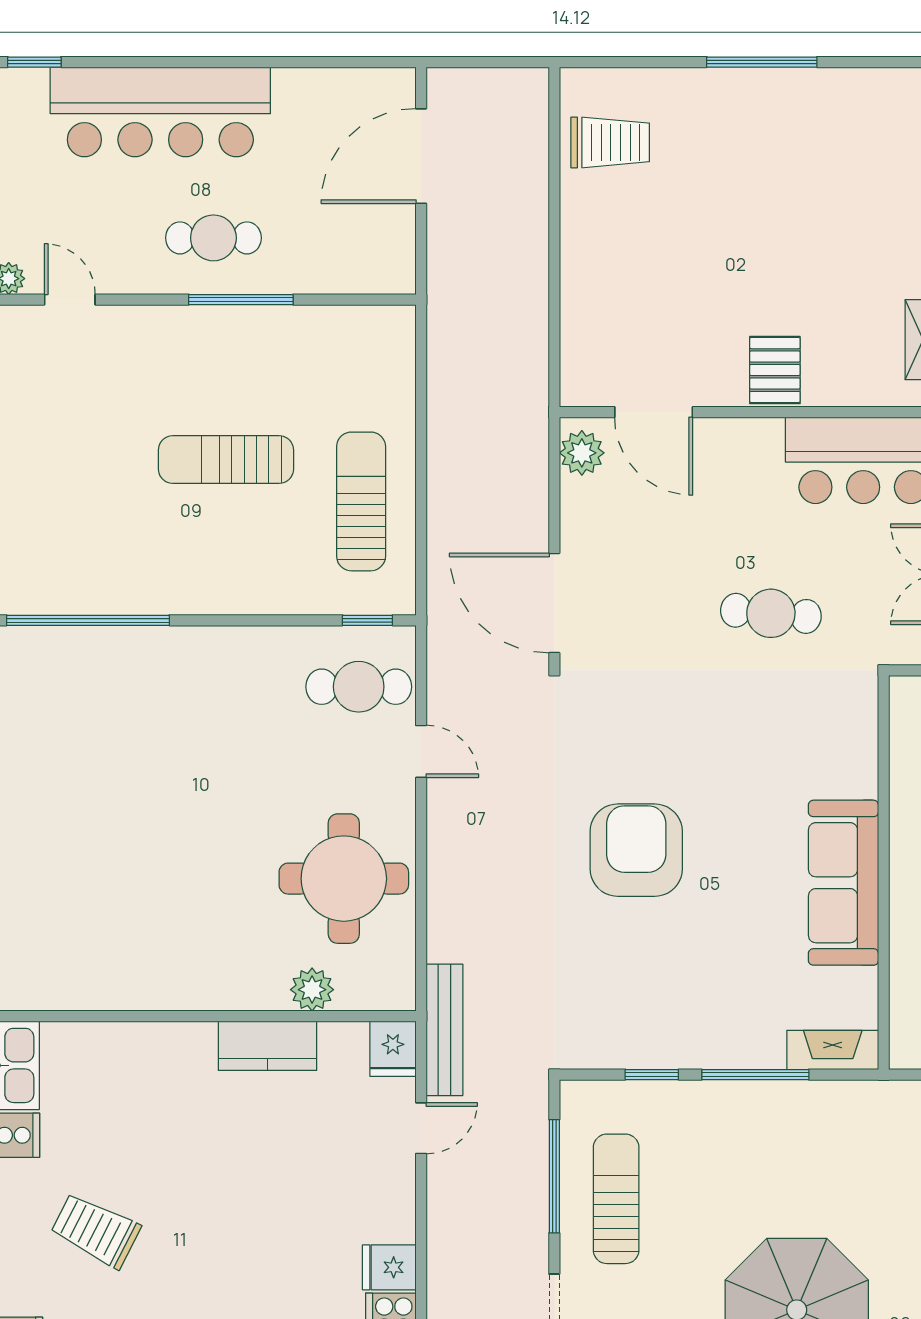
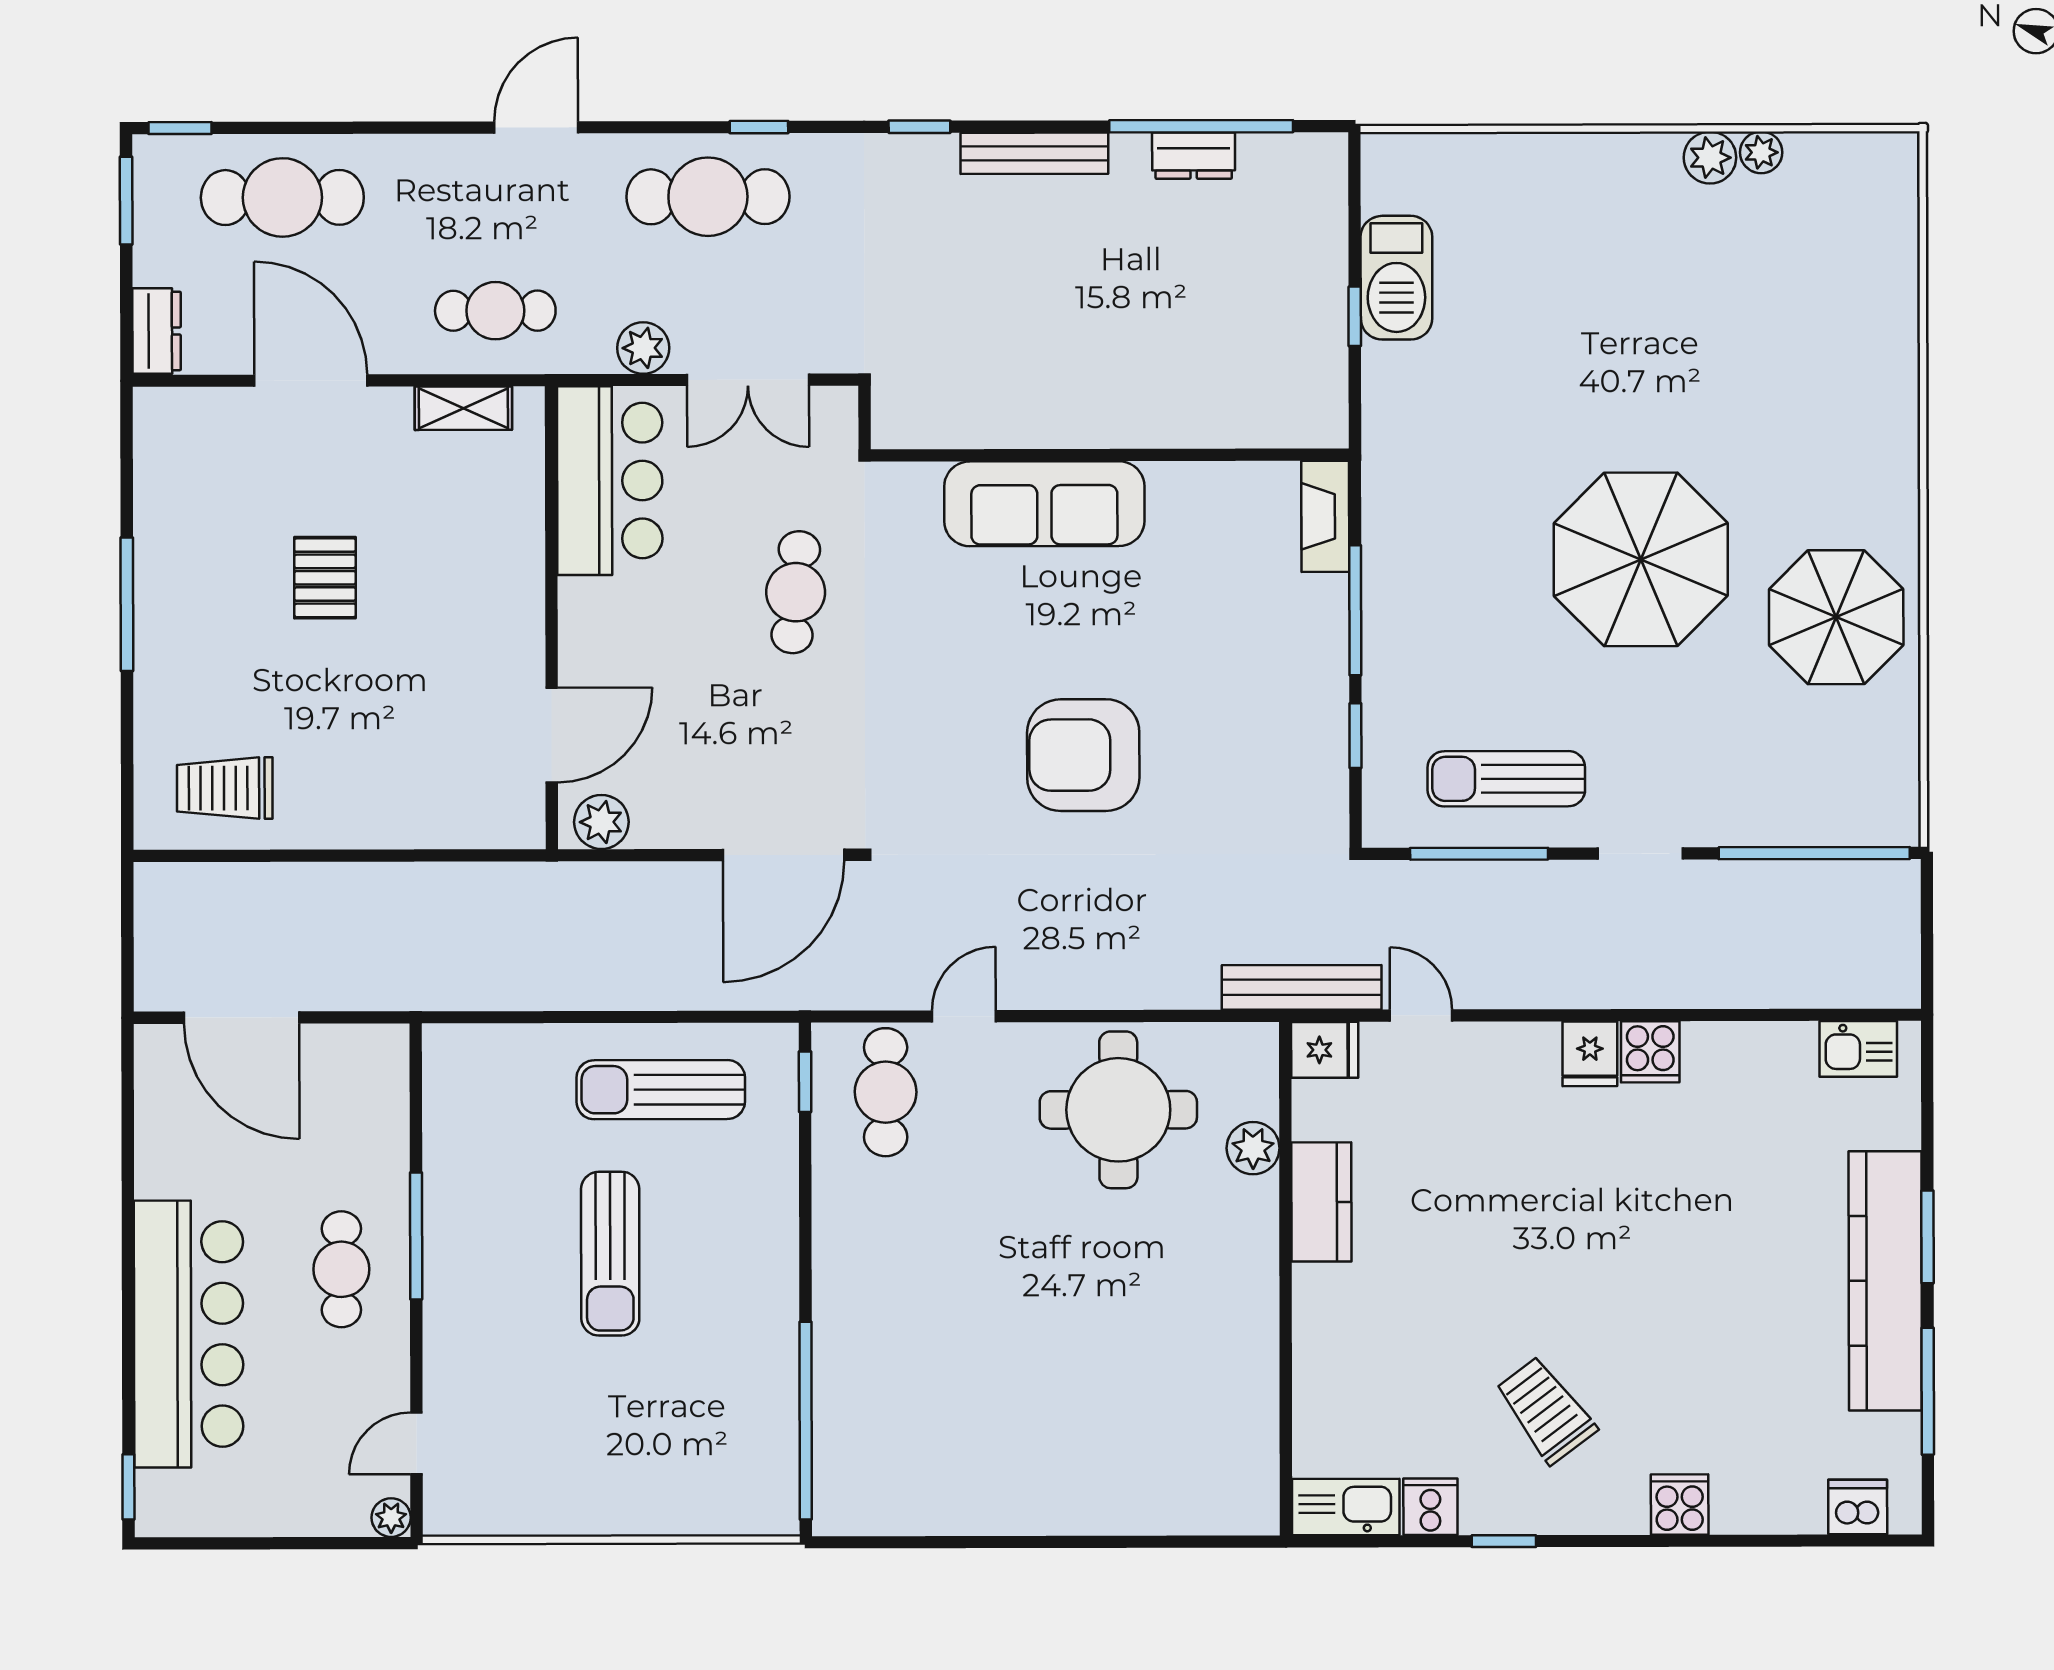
trolley: (610, 142) -> (225, 788), turned -90
pallet: (775, 370) -> (325, 578), moved, turned 90
sofa: (843, 883) -> (1044, 504), moved
trolley: (96, 1230) -> (1546, 1410), turned 116

